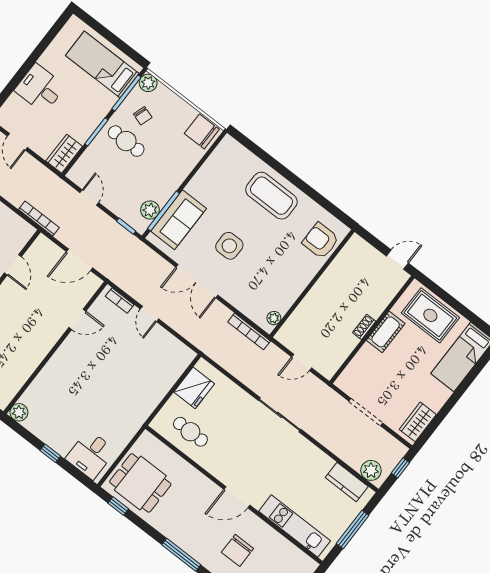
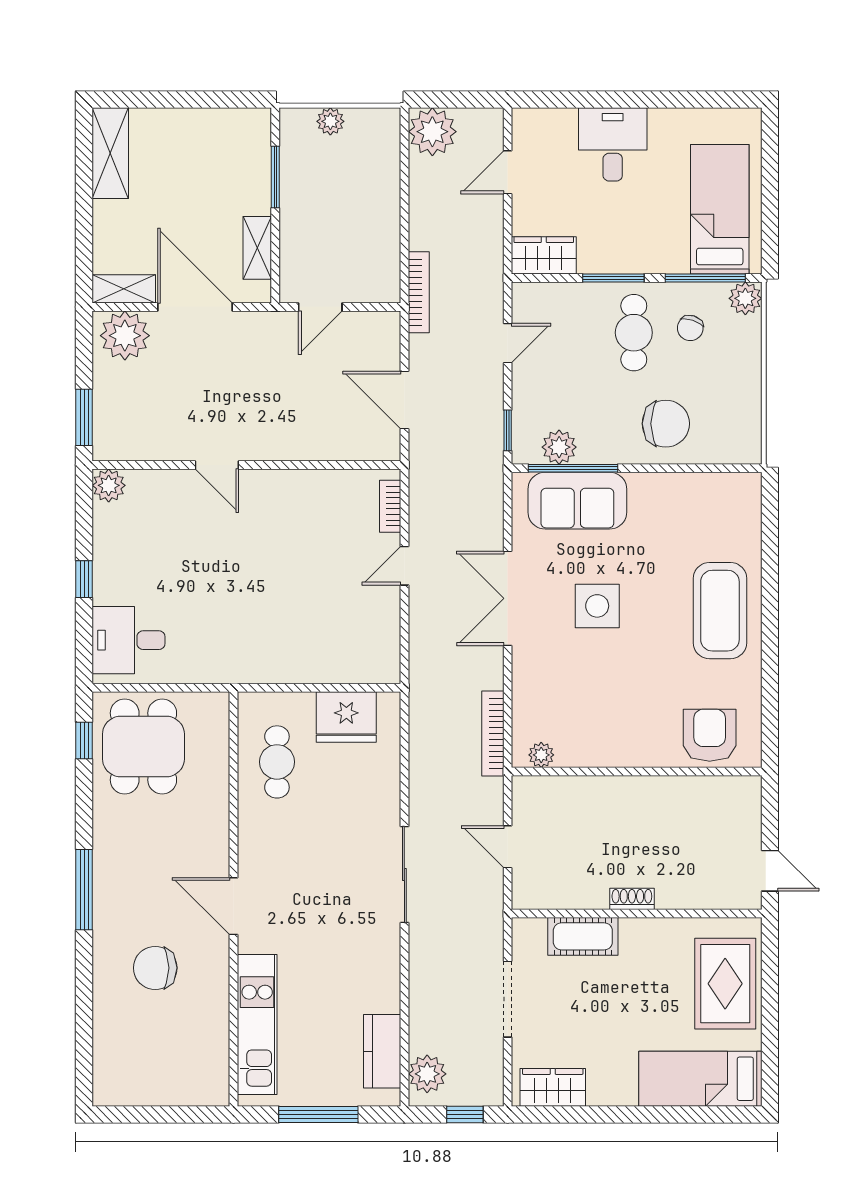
chair: (202, 131) -> (666, 424), moved, turned 90
door: (77, 319) -> (217, 465), moved
cot: (386, 332) -> (583, 936), moved

